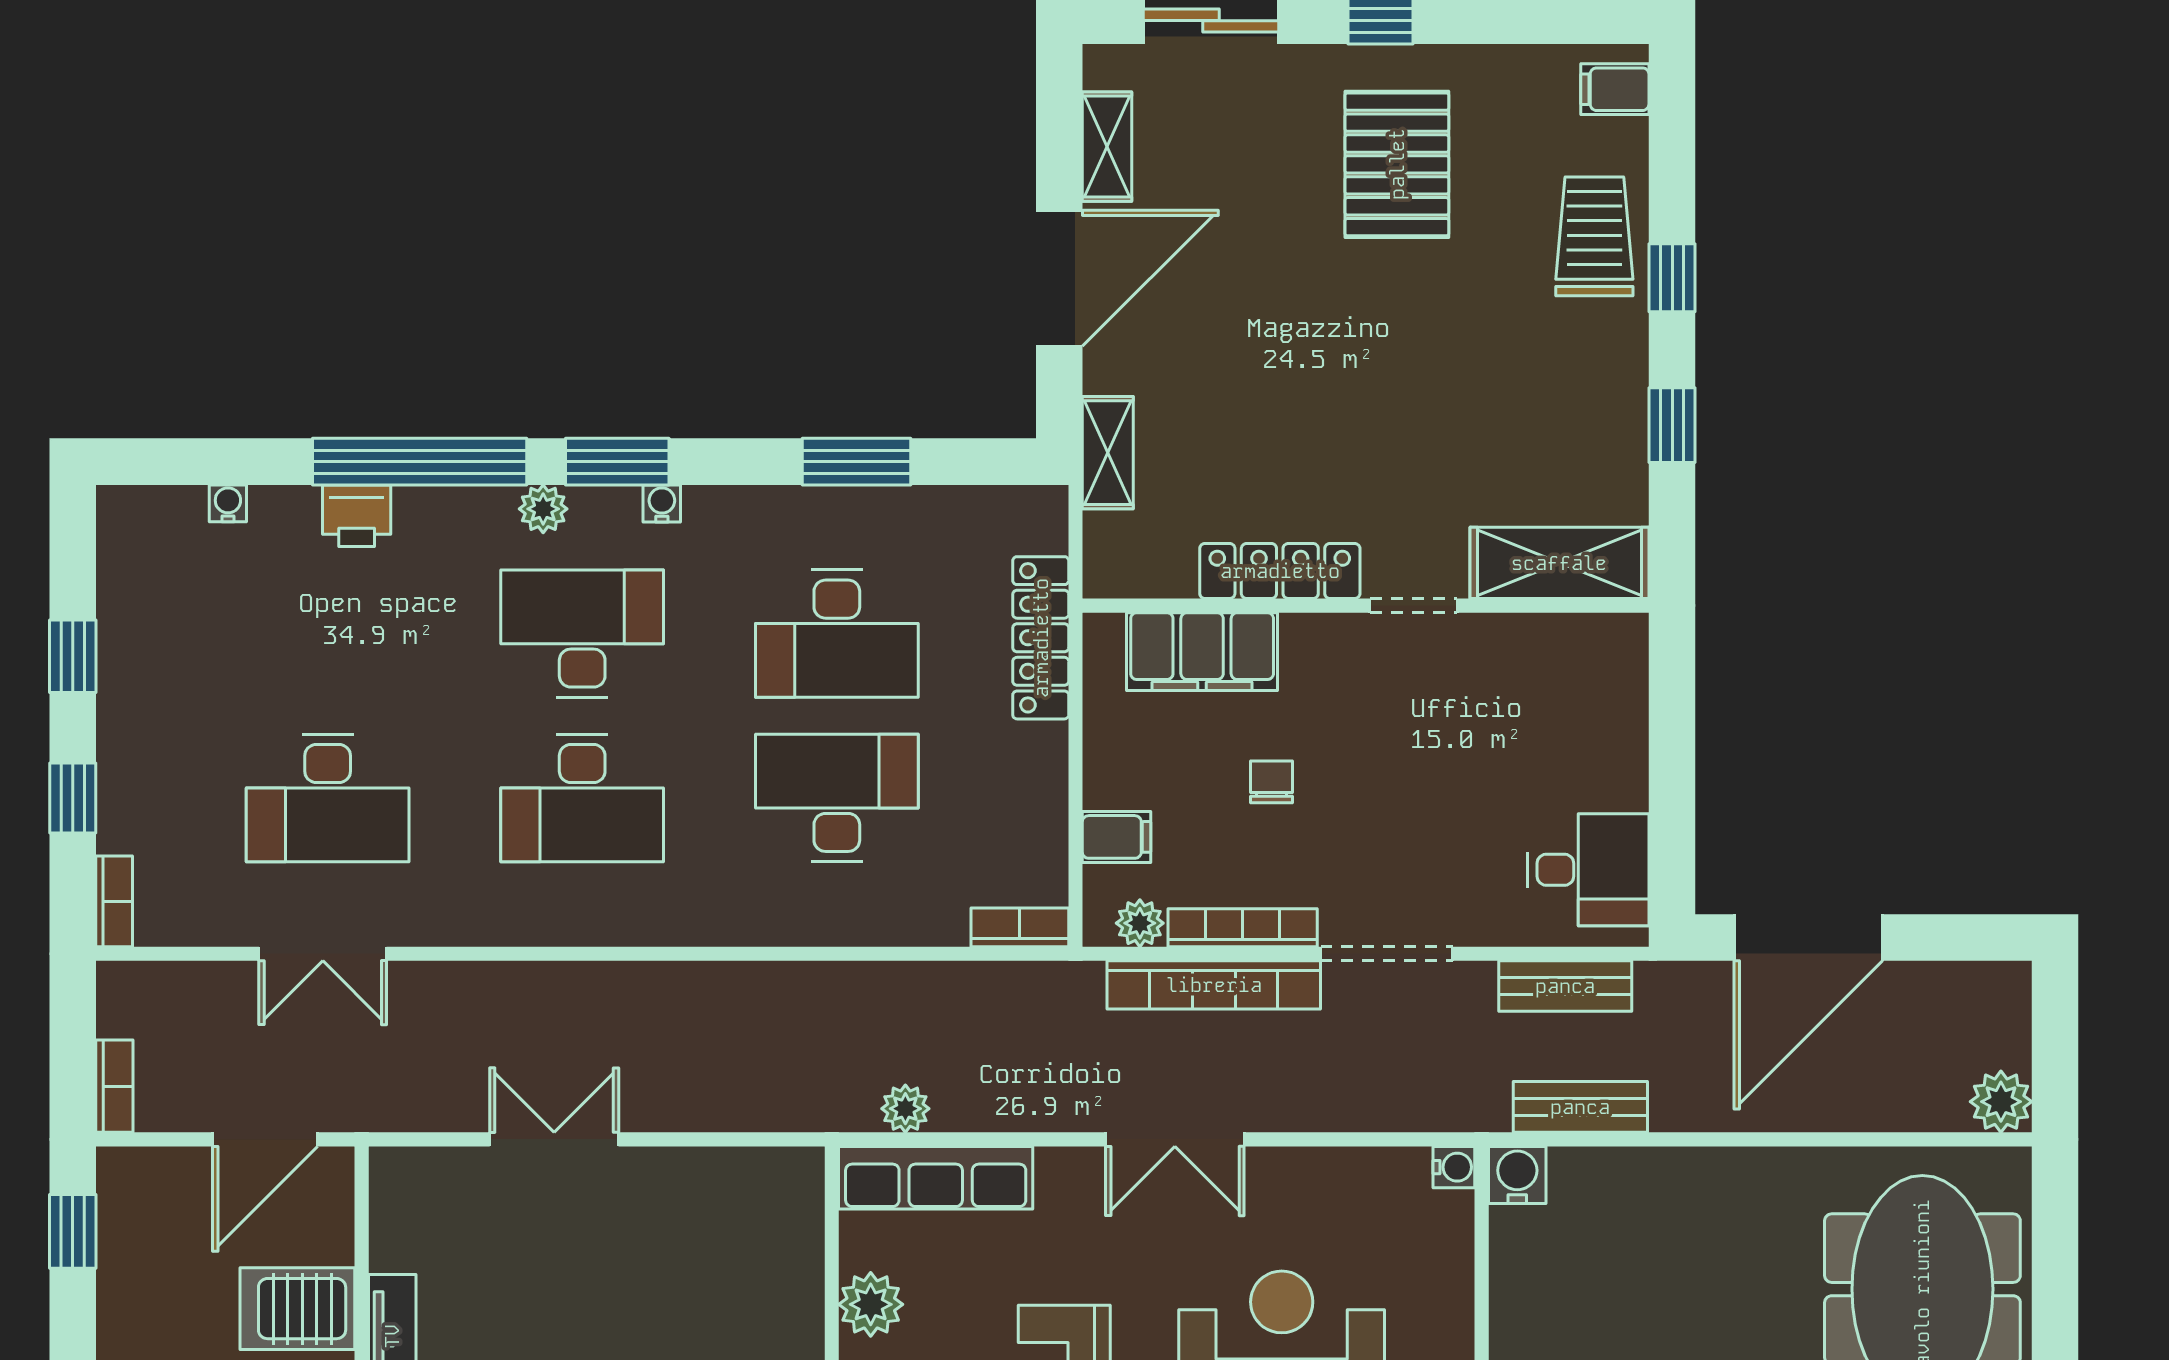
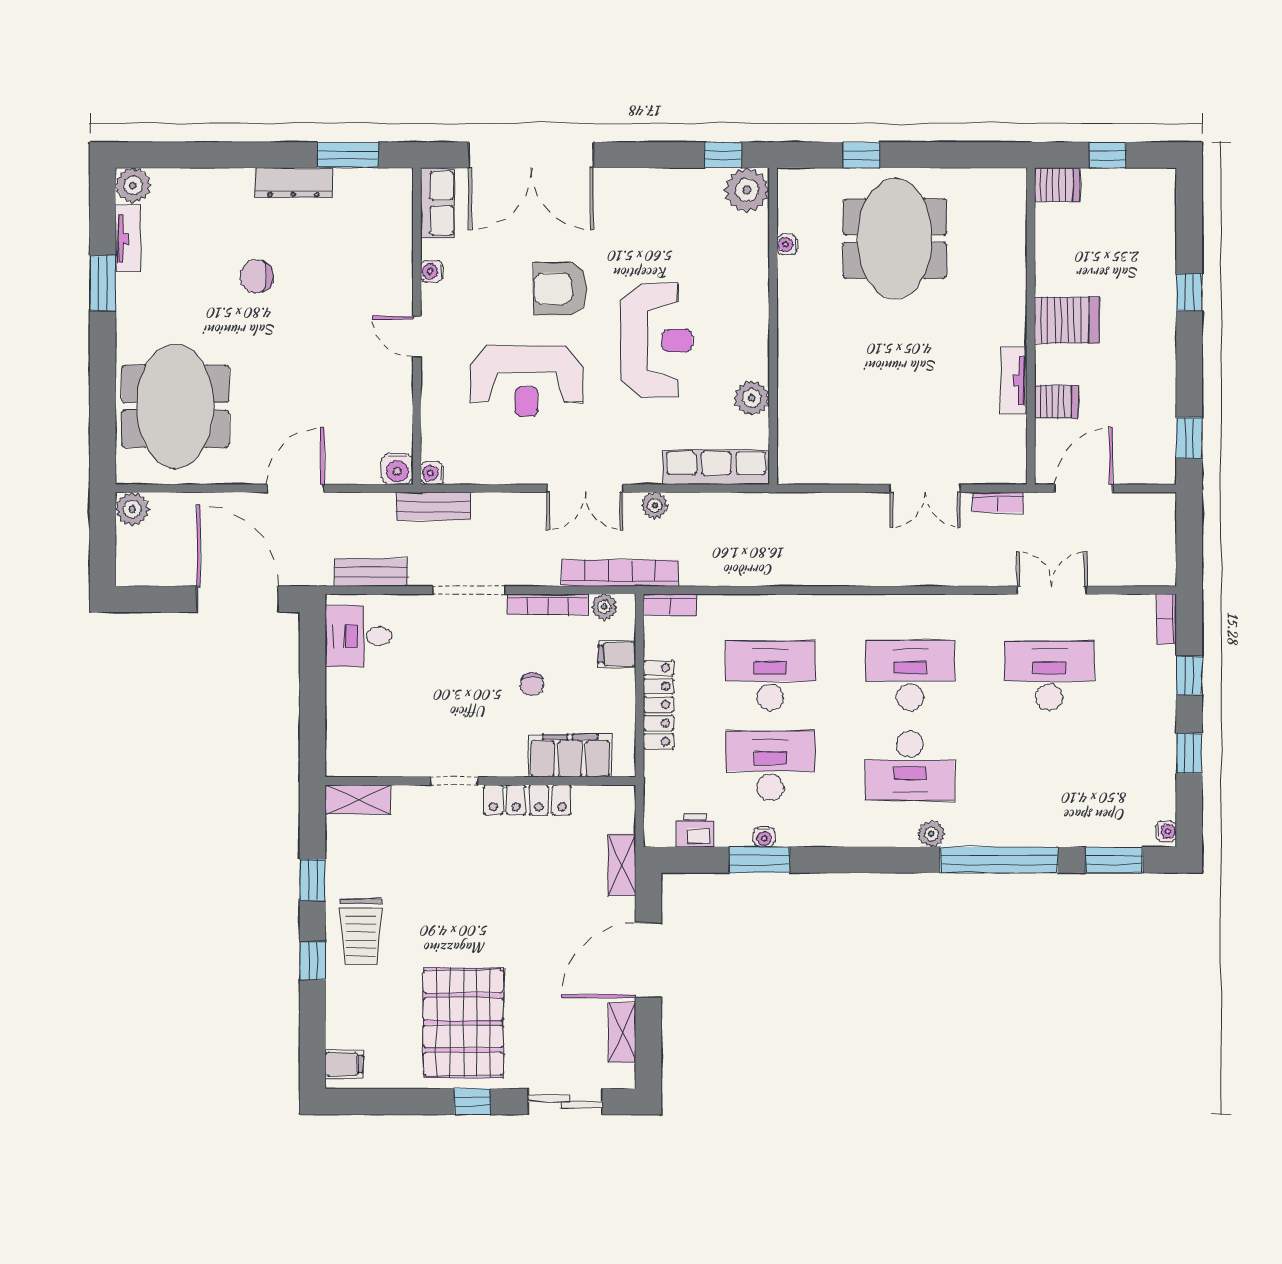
pallet: (1397, 164) -> (463, 1023), width x1.37, depth x1.41
trolley: (1594, 236) -> (361, 931), moved
window: (617, 462) -> (1114, 860), moved
water cooler: (228, 503) -> (1166, 831), moved, turned -90
water cooler: (662, 503) -> (764, 837), moved
printer: (357, 516) -> (695, 830), moved
shelving: (1559, 563) -> (358, 799), width x0.67, depth x0.75
locker: (1041, 638) -> (659, 705), moved
desk: (837, 798) -> (770, 676), turned 180
door: (1808, 937) -> (238, 599), hinge flipped
bookcase: (1214, 985) -> (620, 573), moved
bookcase: (114, 1086) -> (998, 502), moved, turned -90
bench: (1580, 1107) -> (434, 506), moved
plant: (905, 1109) -> (655, 505), moved
double door: (1175, 1139) -> (585, 488), swing flipped
door: (1703, 1139) -> (295, 488), added
server rack: (297, 1309) -> (1056, 402), width x0.73, depth x0.70

